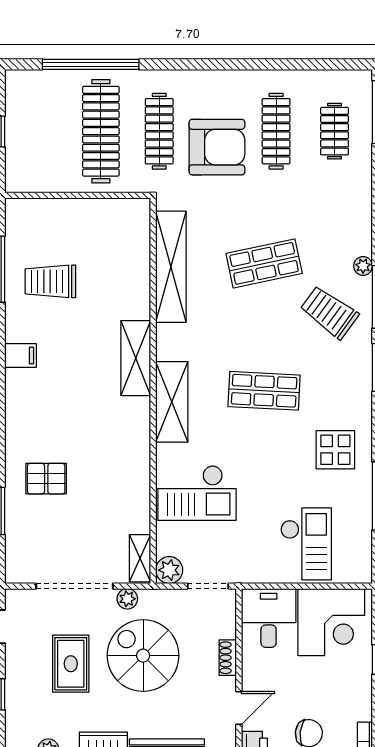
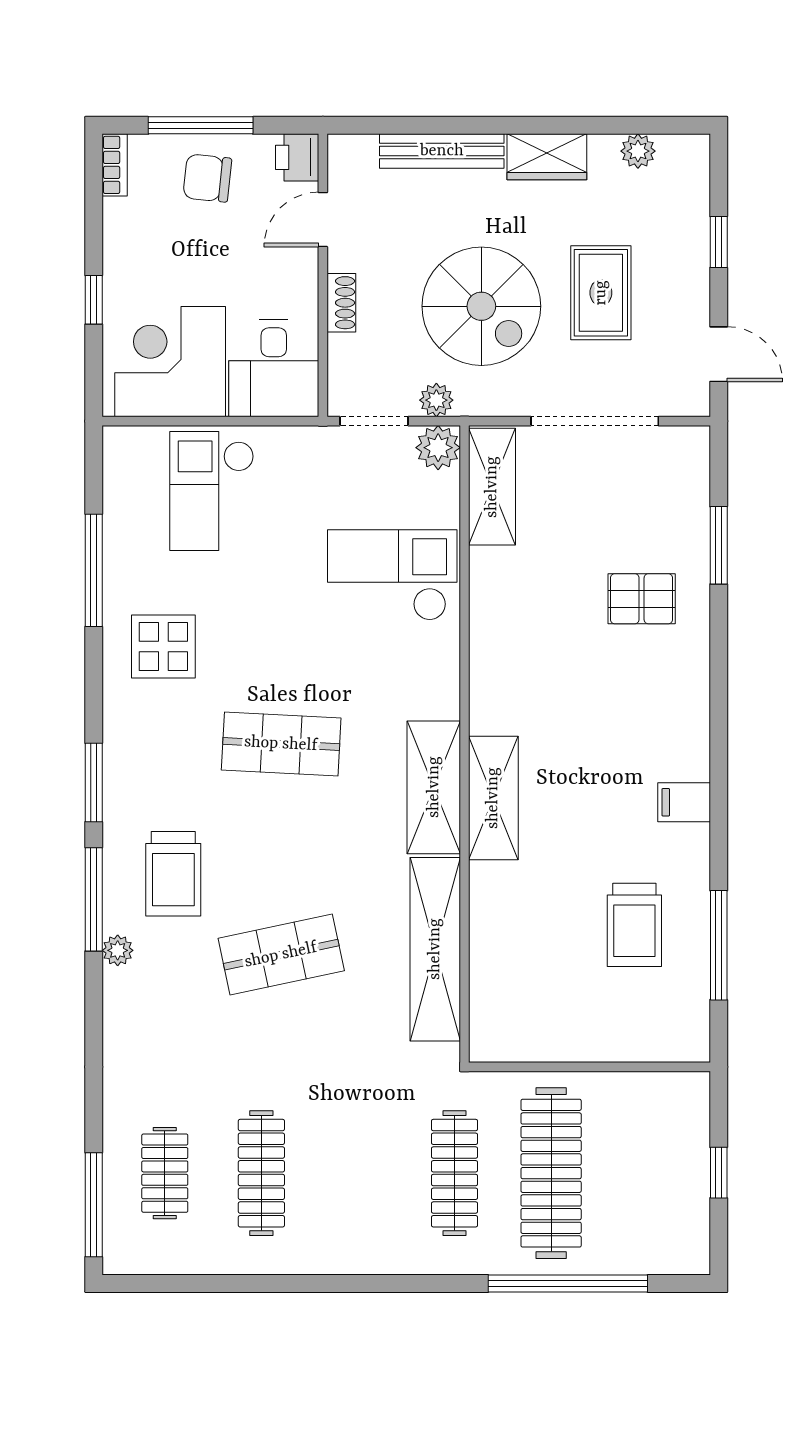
armchair: (217, 147) -> (359, 1147), removed
trolley: (50, 281) -> (634, 925), turned 90
trolley: (329, 312) -> (173, 874), turned 54
shelving: (172, 402) -> (434, 787), moved
shelving: (140, 558) -> (492, 487), width x1.50, depth x1.33
plant: (127, 599) -> (436, 400), moved

